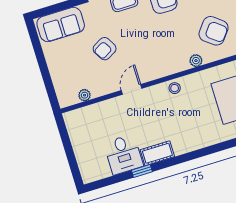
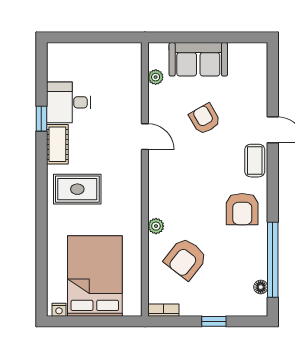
sofa: (61, 24) -> (198, 59), moved, turned -90
stool: (175, 88) -> (130, 190), removed
rug: (186, 128) -> (77, 189), added

